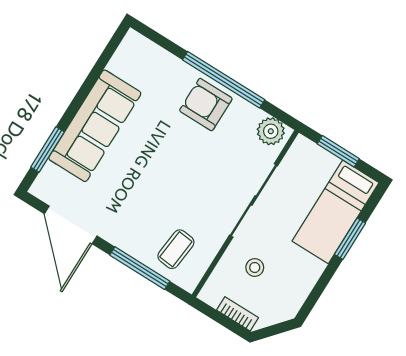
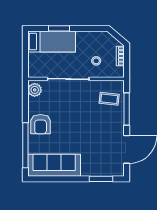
window: (224, 80) -> (25, 145), moved
sofa: (95, 126) -> (54, 165), moved
window: (338, 151) -> (25, 56), removed

